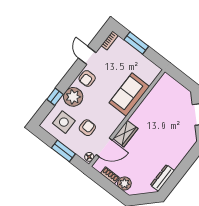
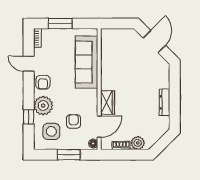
sofa: (129, 95) -> (87, 62), width x1.36
dresser: (162, 178) -> (165, 102), moved

